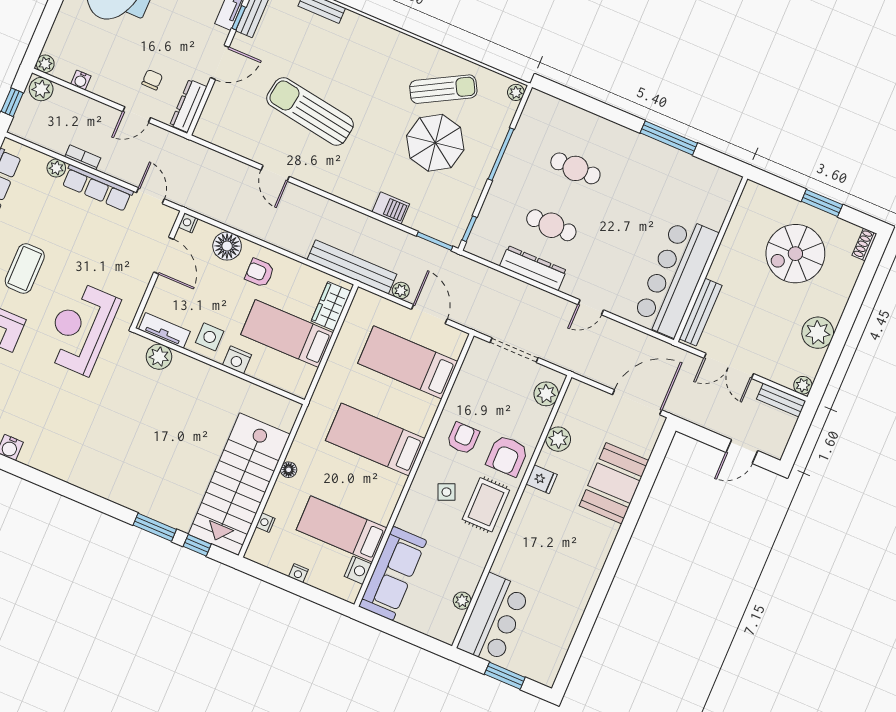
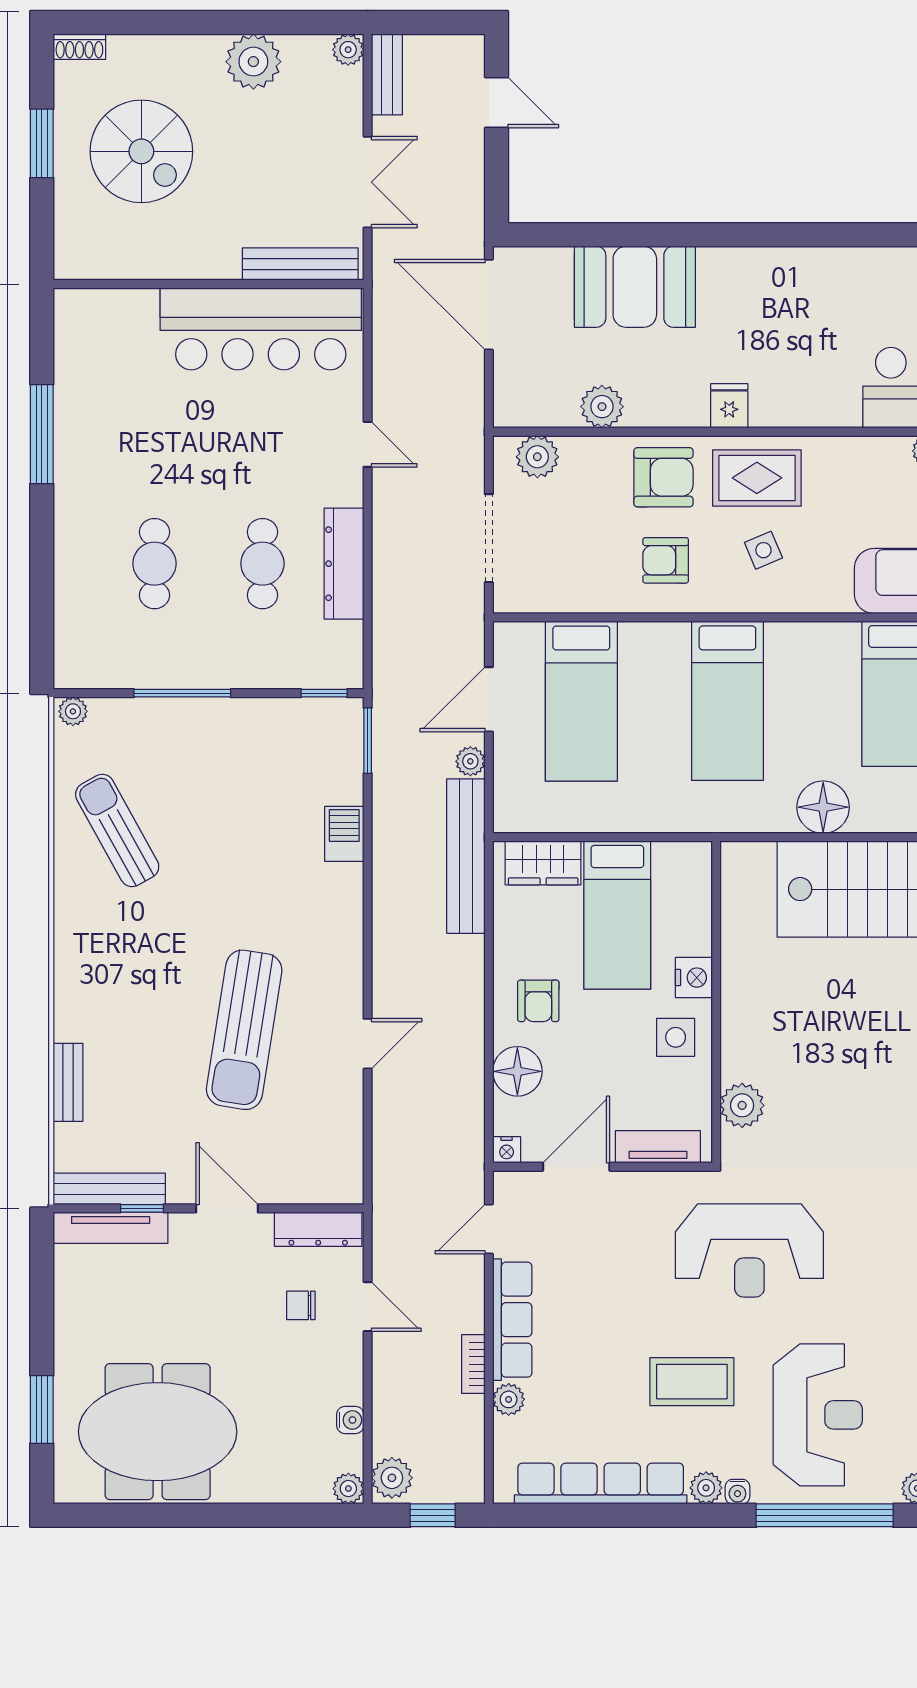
parasol: (435, 143) -> (209, 807), removed
tv unit: (164, 331) -> (658, 1147), moved, turned 90
floor lamp: (289, 470) -> (823, 807), width x1.89, depth x1.89
fridge: (542, 479) -> (729, 406), moved

